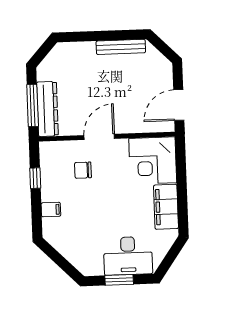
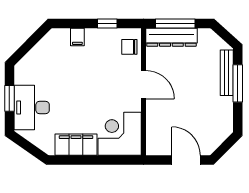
window: (94, 36) -> (238, 83), added
bench: (121, 47) -> (227, 73), moved
door: (179, 105) -> (186, 160), moved
chair: (83, 170) -> (129, 47), moved, turned -90

